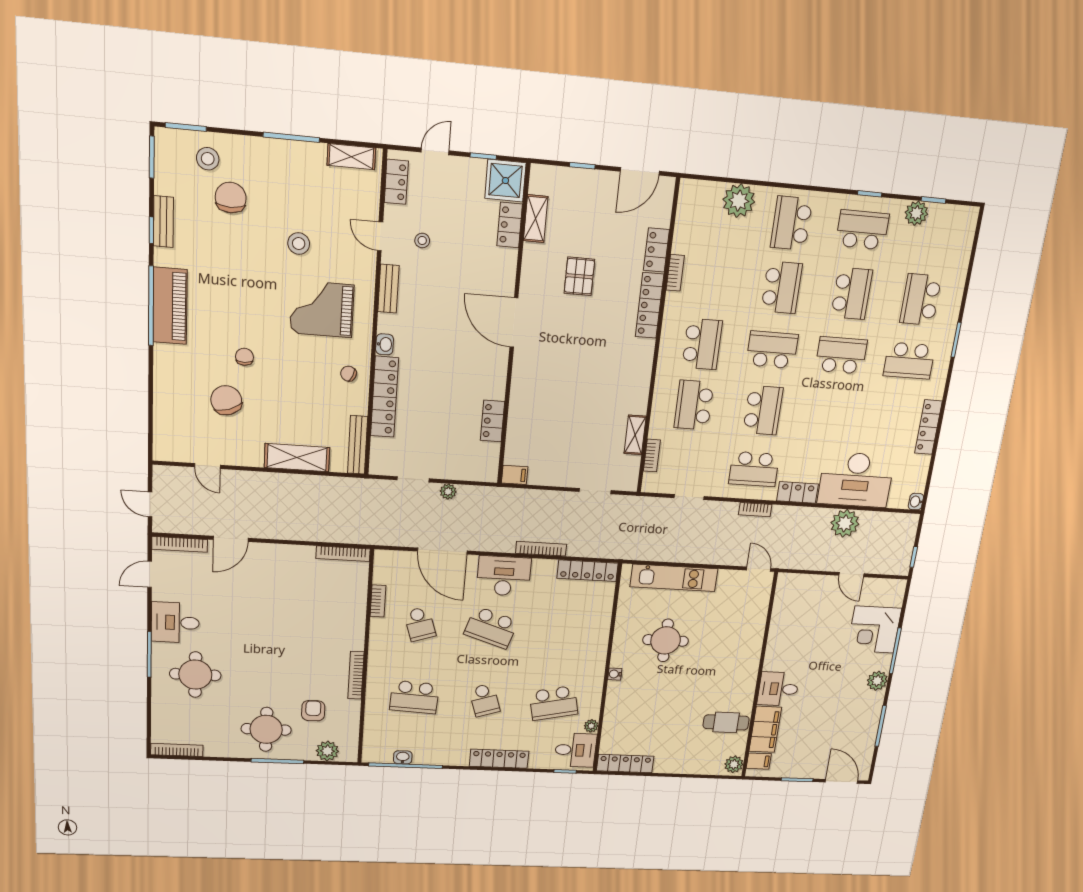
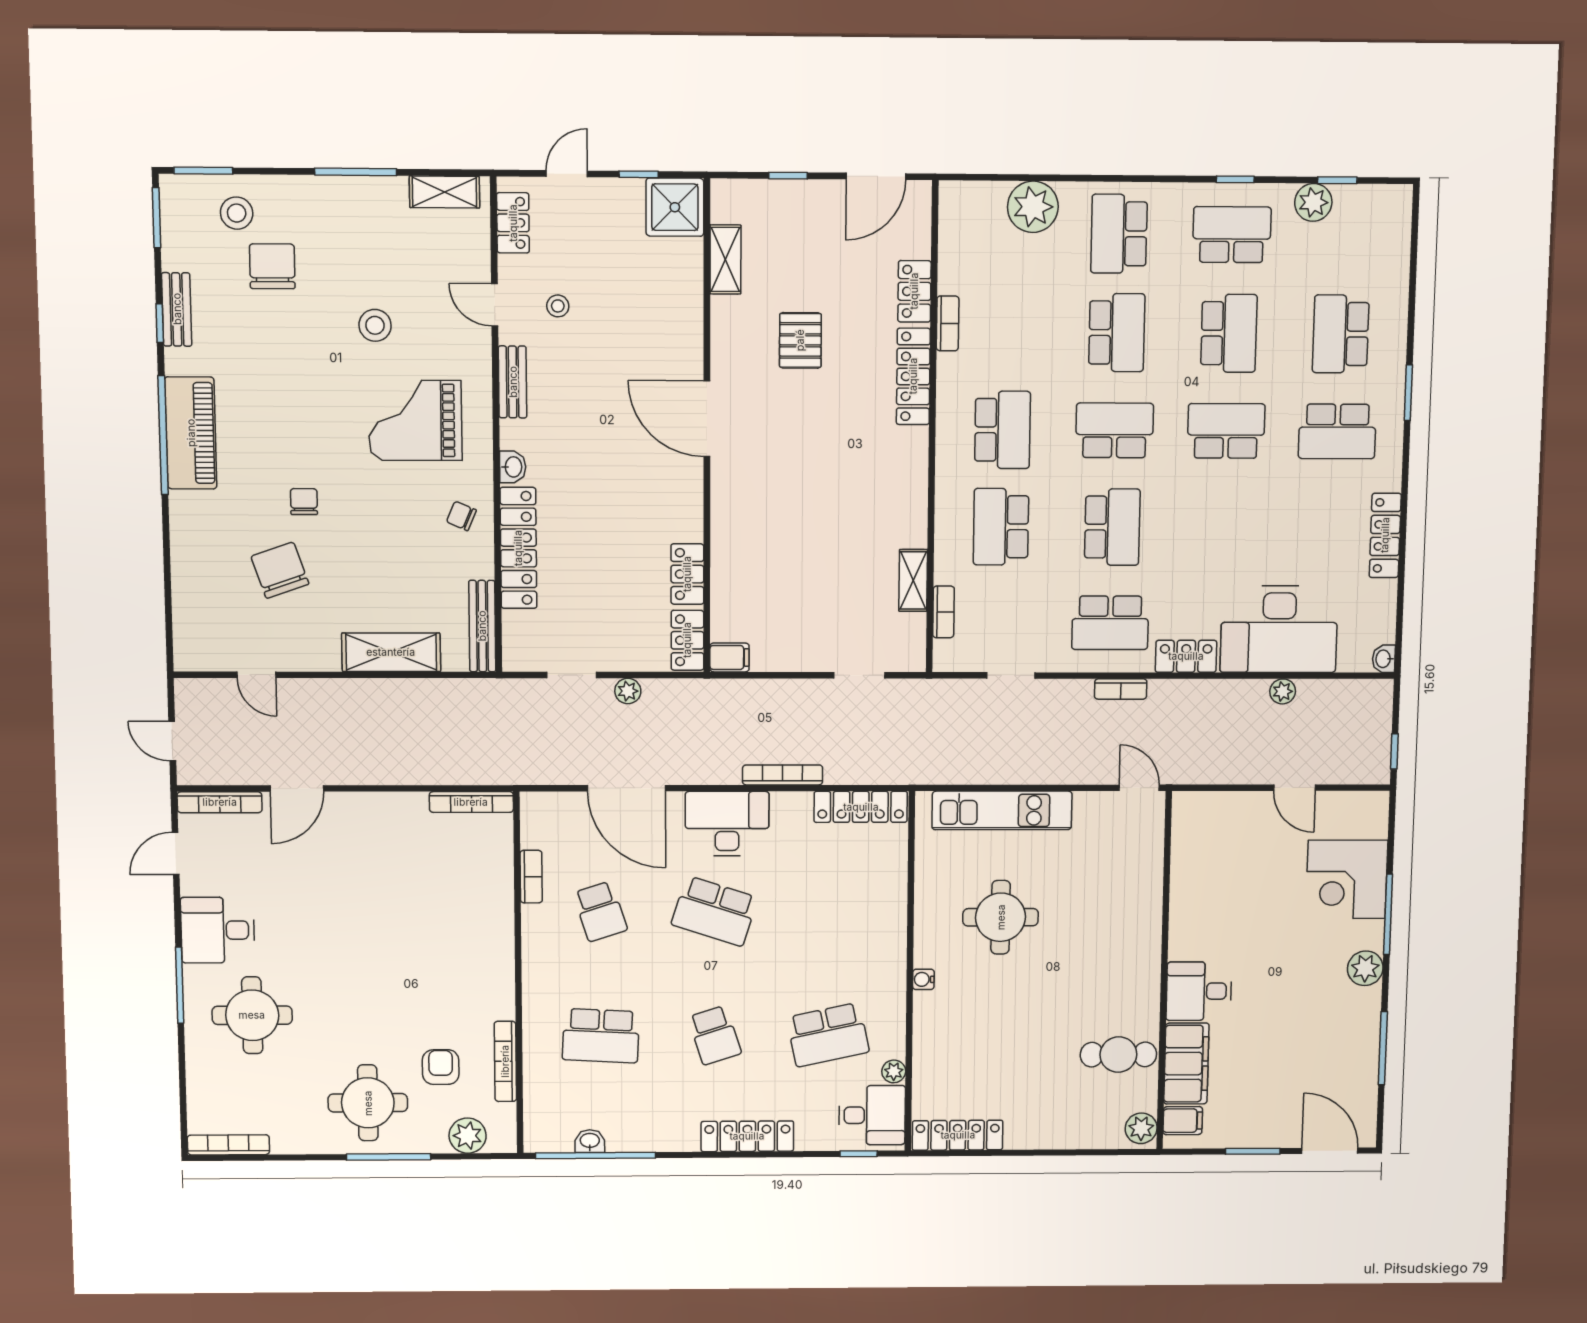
locker: (510, 225) -> (687, 640), moved
plant: (845, 523) -> (1283, 691), width x0.53, depth x0.53
bookcase: (356, 675) -> (505, 1061), moved

